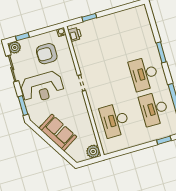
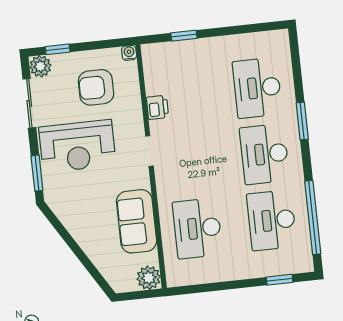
printer: (75, 34) -> (157, 107), moved
desk: (134, 39) -> (257, 88), added
sofa: (58, 132) -> (137, 221), moved, turned -148

